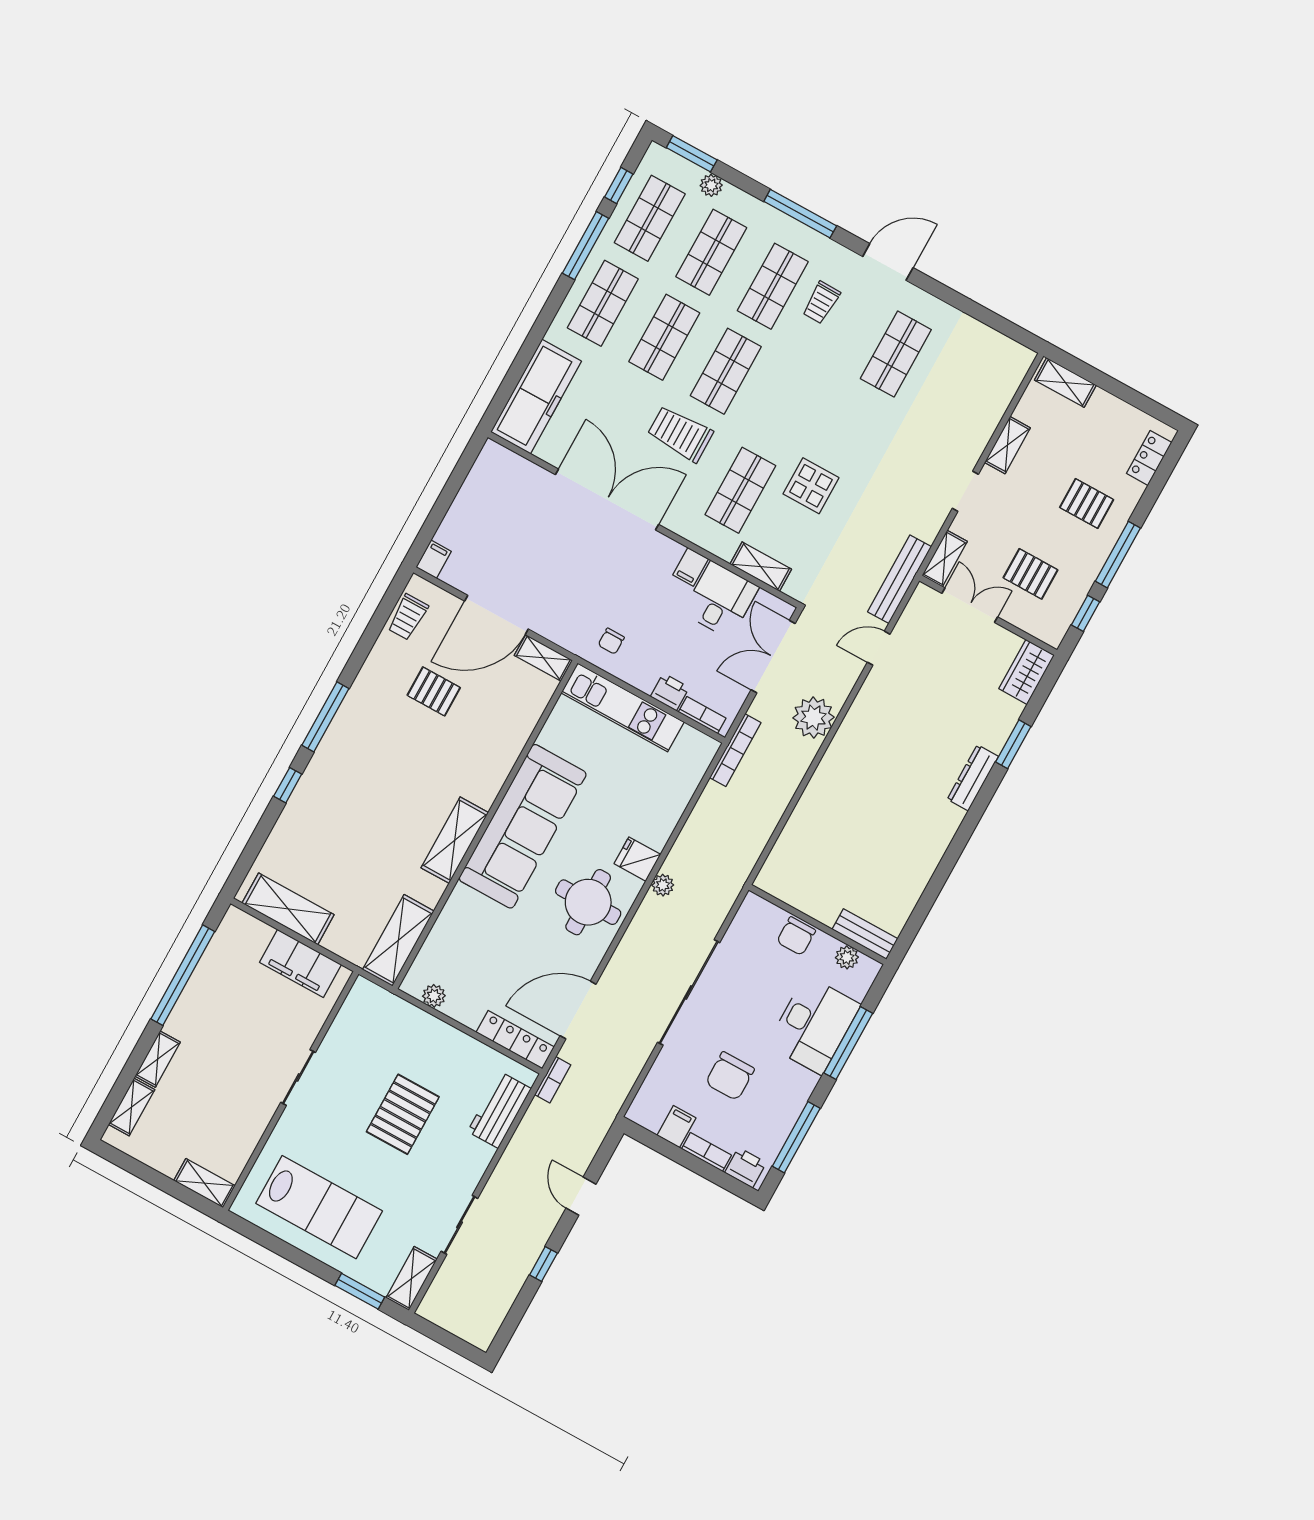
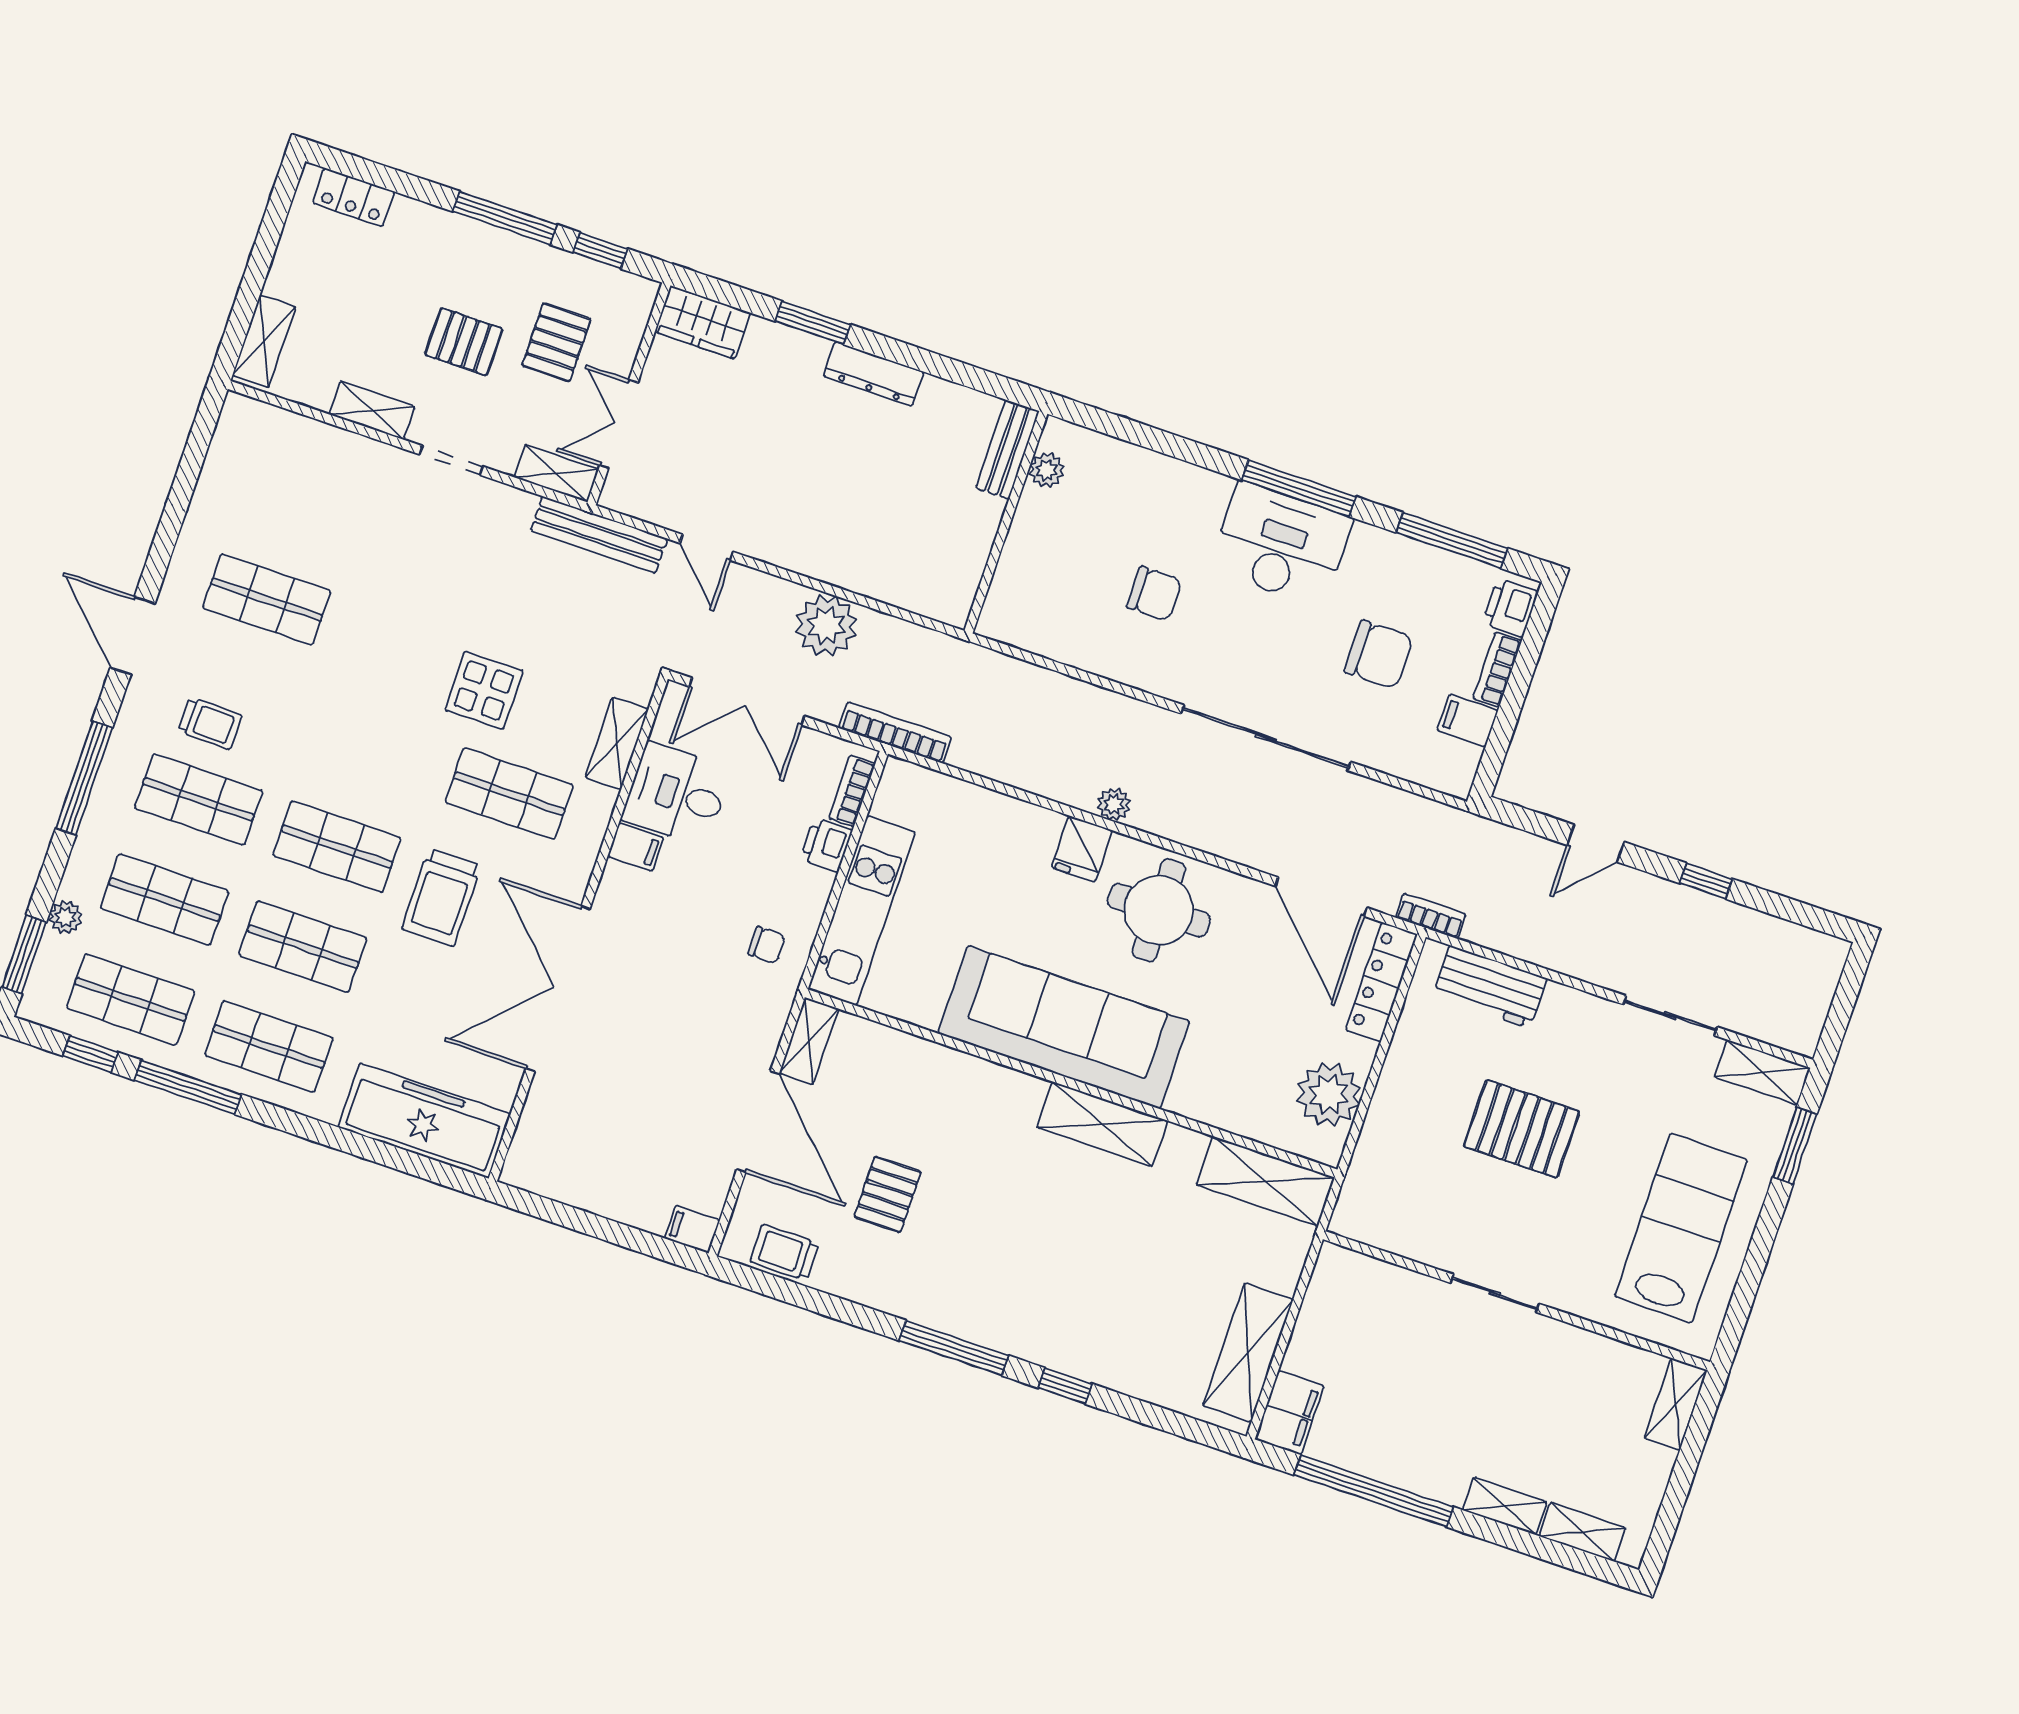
pallet: (1087, 503) -> (464, 342), moved, turned 90
trolley: (408, 617) -> (785, 1252), turned 180
wall: (817, 925) -> (1006, 522), moved
bench: (865, 934) -> (1007, 450), moved
plant: (847, 957) -> (1047, 470), moved
filing cabinet: (300, 963) -> (1289, 1413), moved, width x0.67, depth x0.86
plant: (434, 996) -> (1329, 1095), width x1.87, depth x1.87

